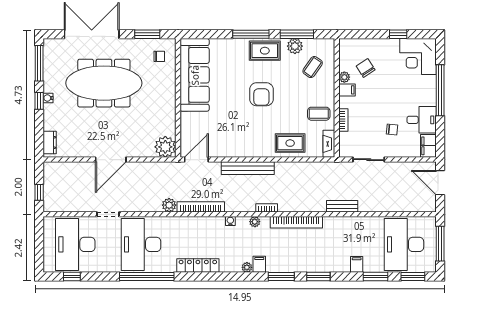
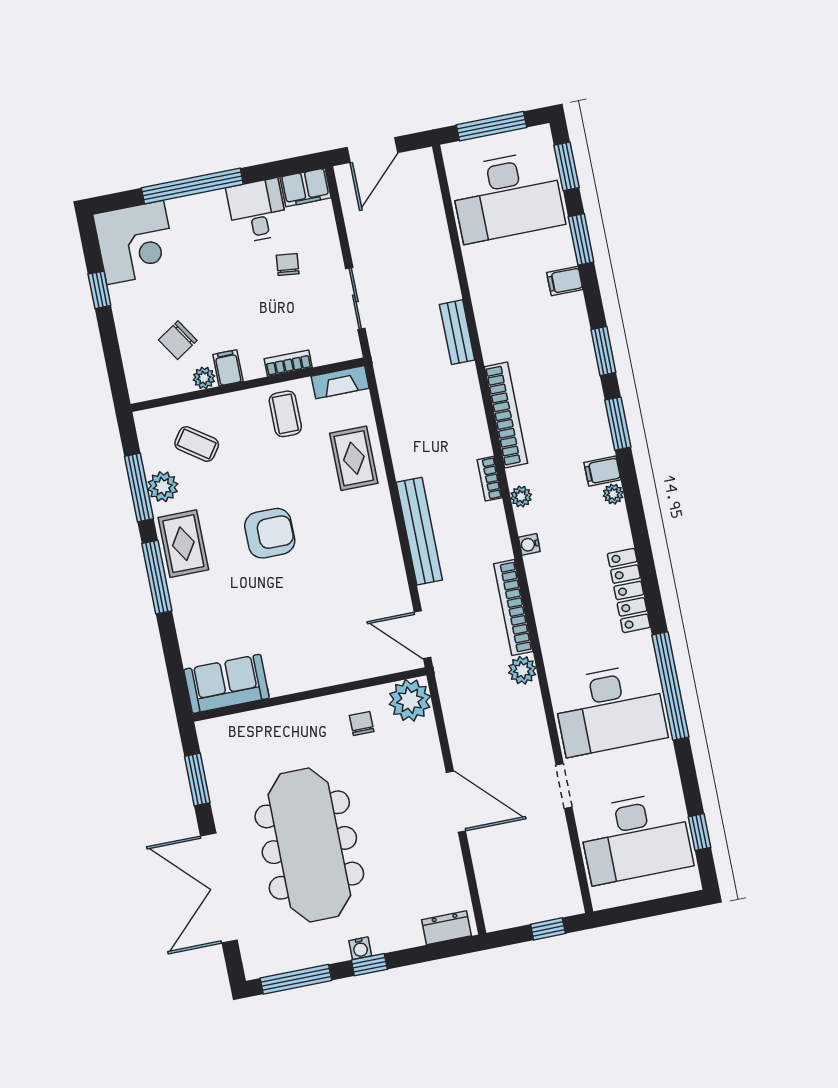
chair: (159, 56) -> (362, 724), moved
sofa: (195, 75) -> (227, 684), width x0.54, depth x0.79

